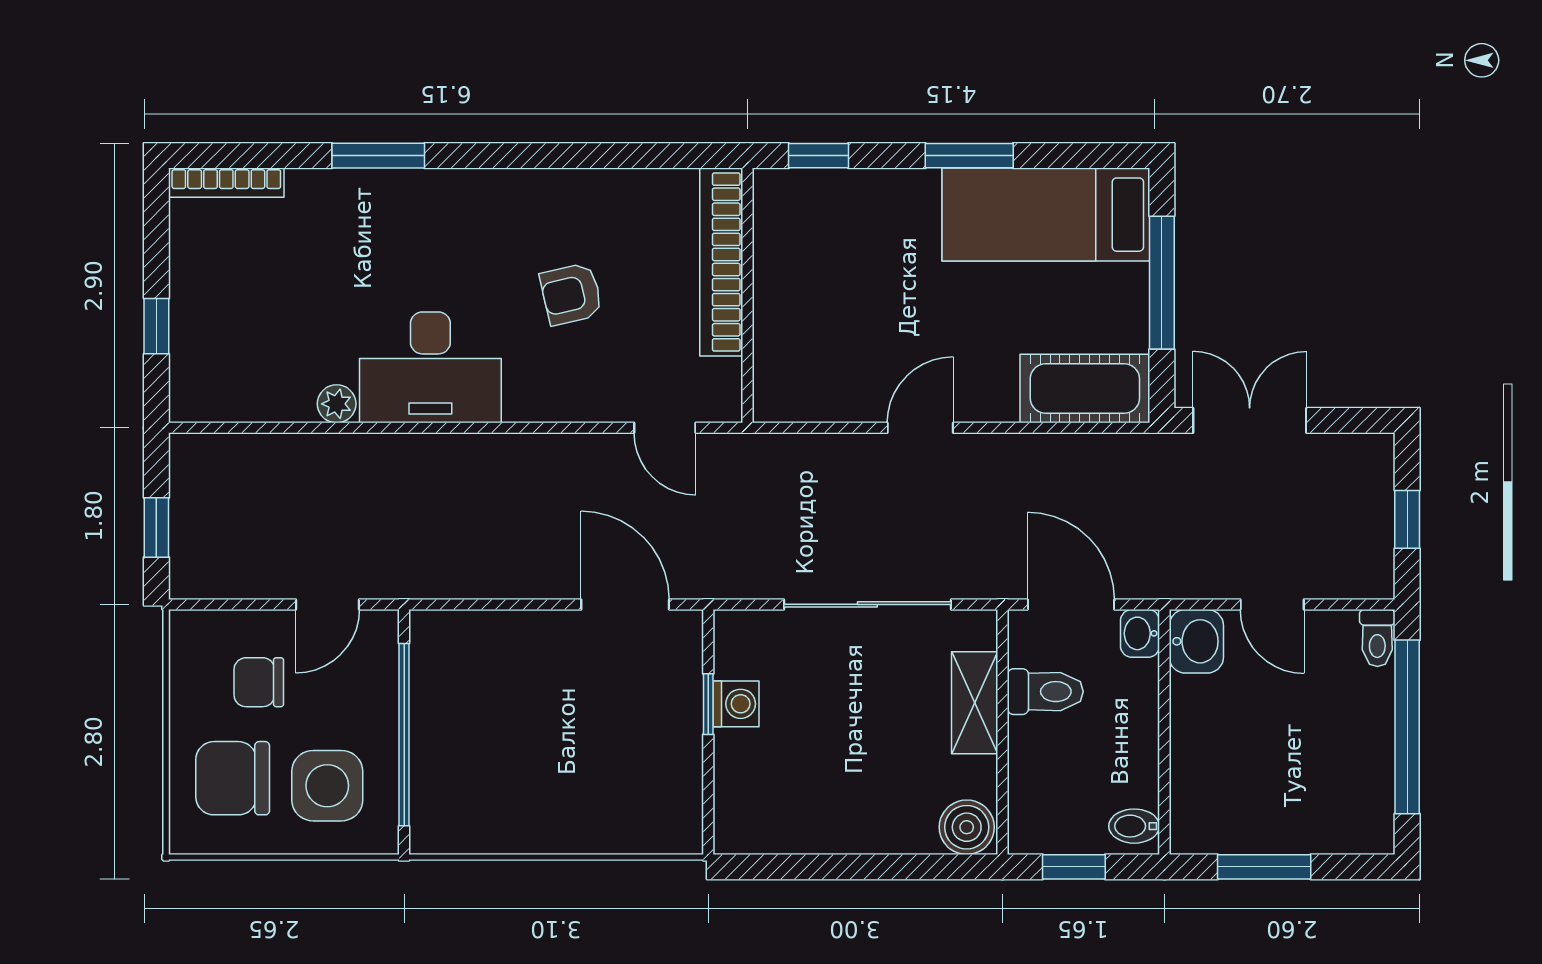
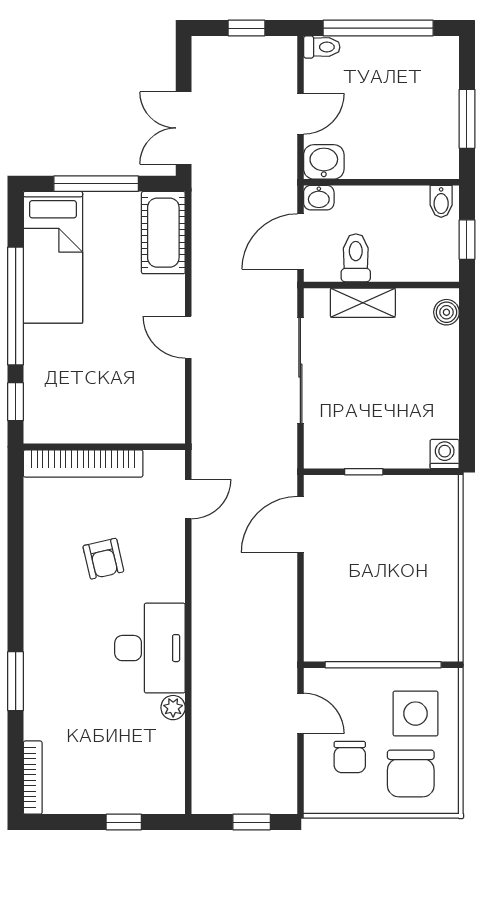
window: (969, 156) -> (16, 306), width x2.11
washing machine: (736, 704) -> (445, 454), moved
boiler: (967, 827) -> (446, 312), width x0.73, depth x0.73

